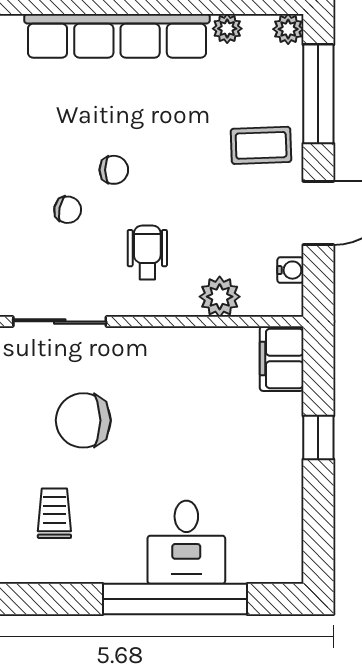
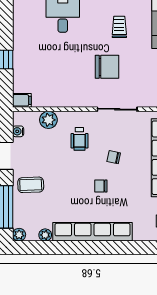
chair: (114, 170) -> (101, 186), moved
filing cabinet: (282, 359) -> (22, 100), width x0.50
trolley: (54, 513) -> (119, 27), turned 180

